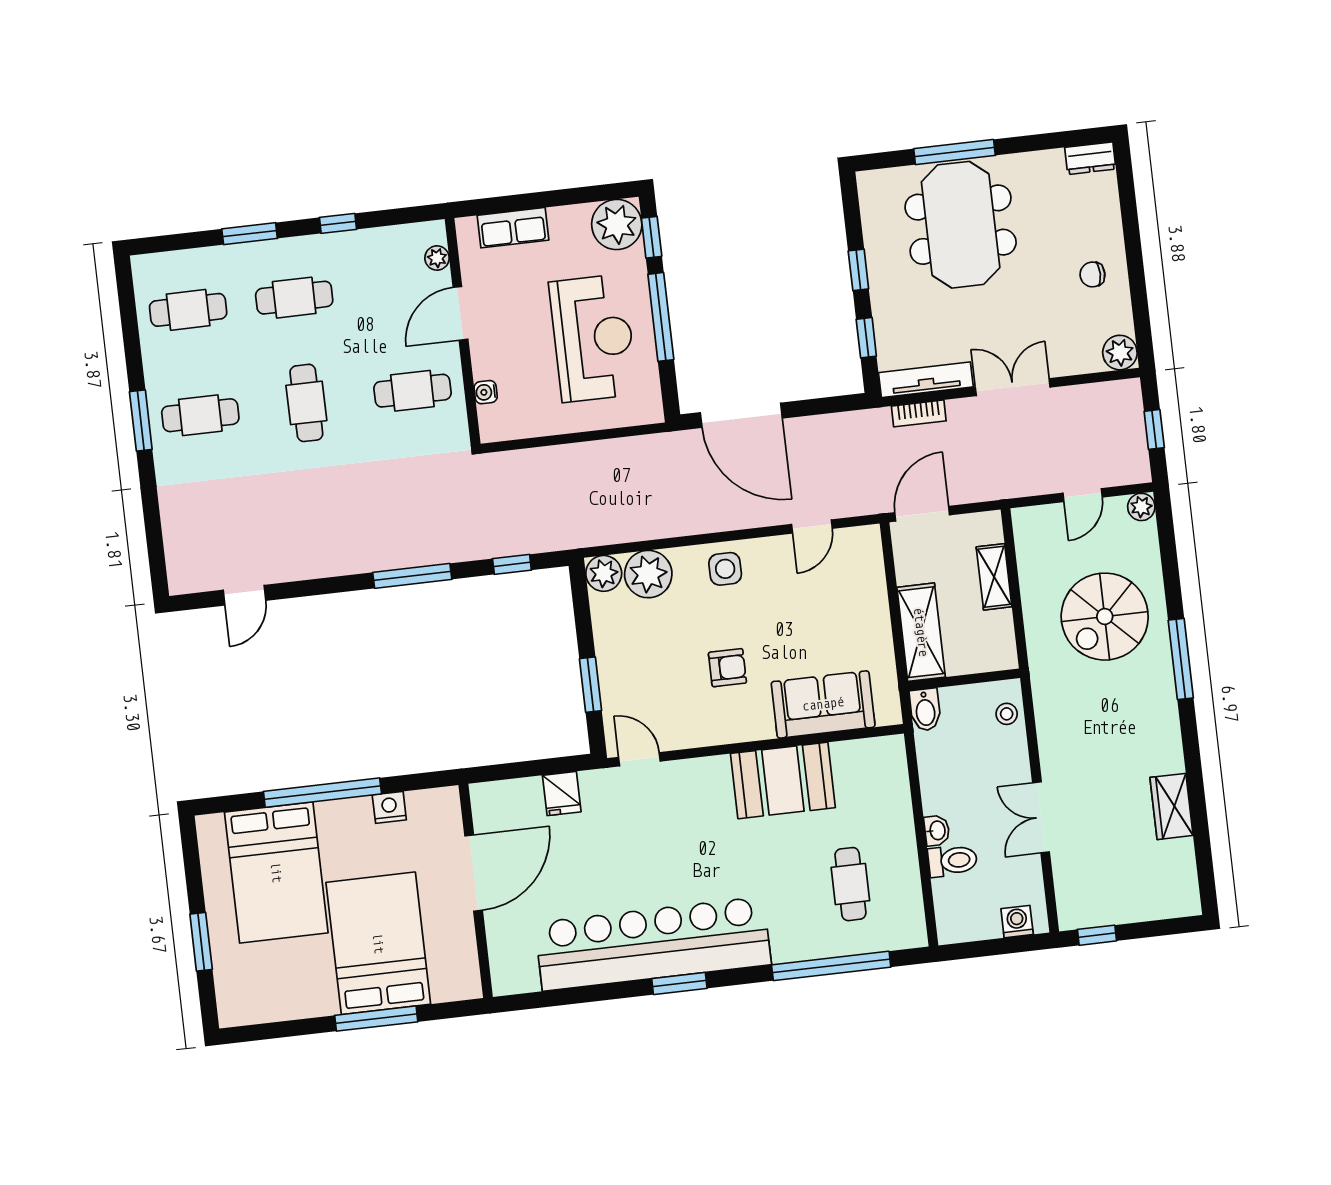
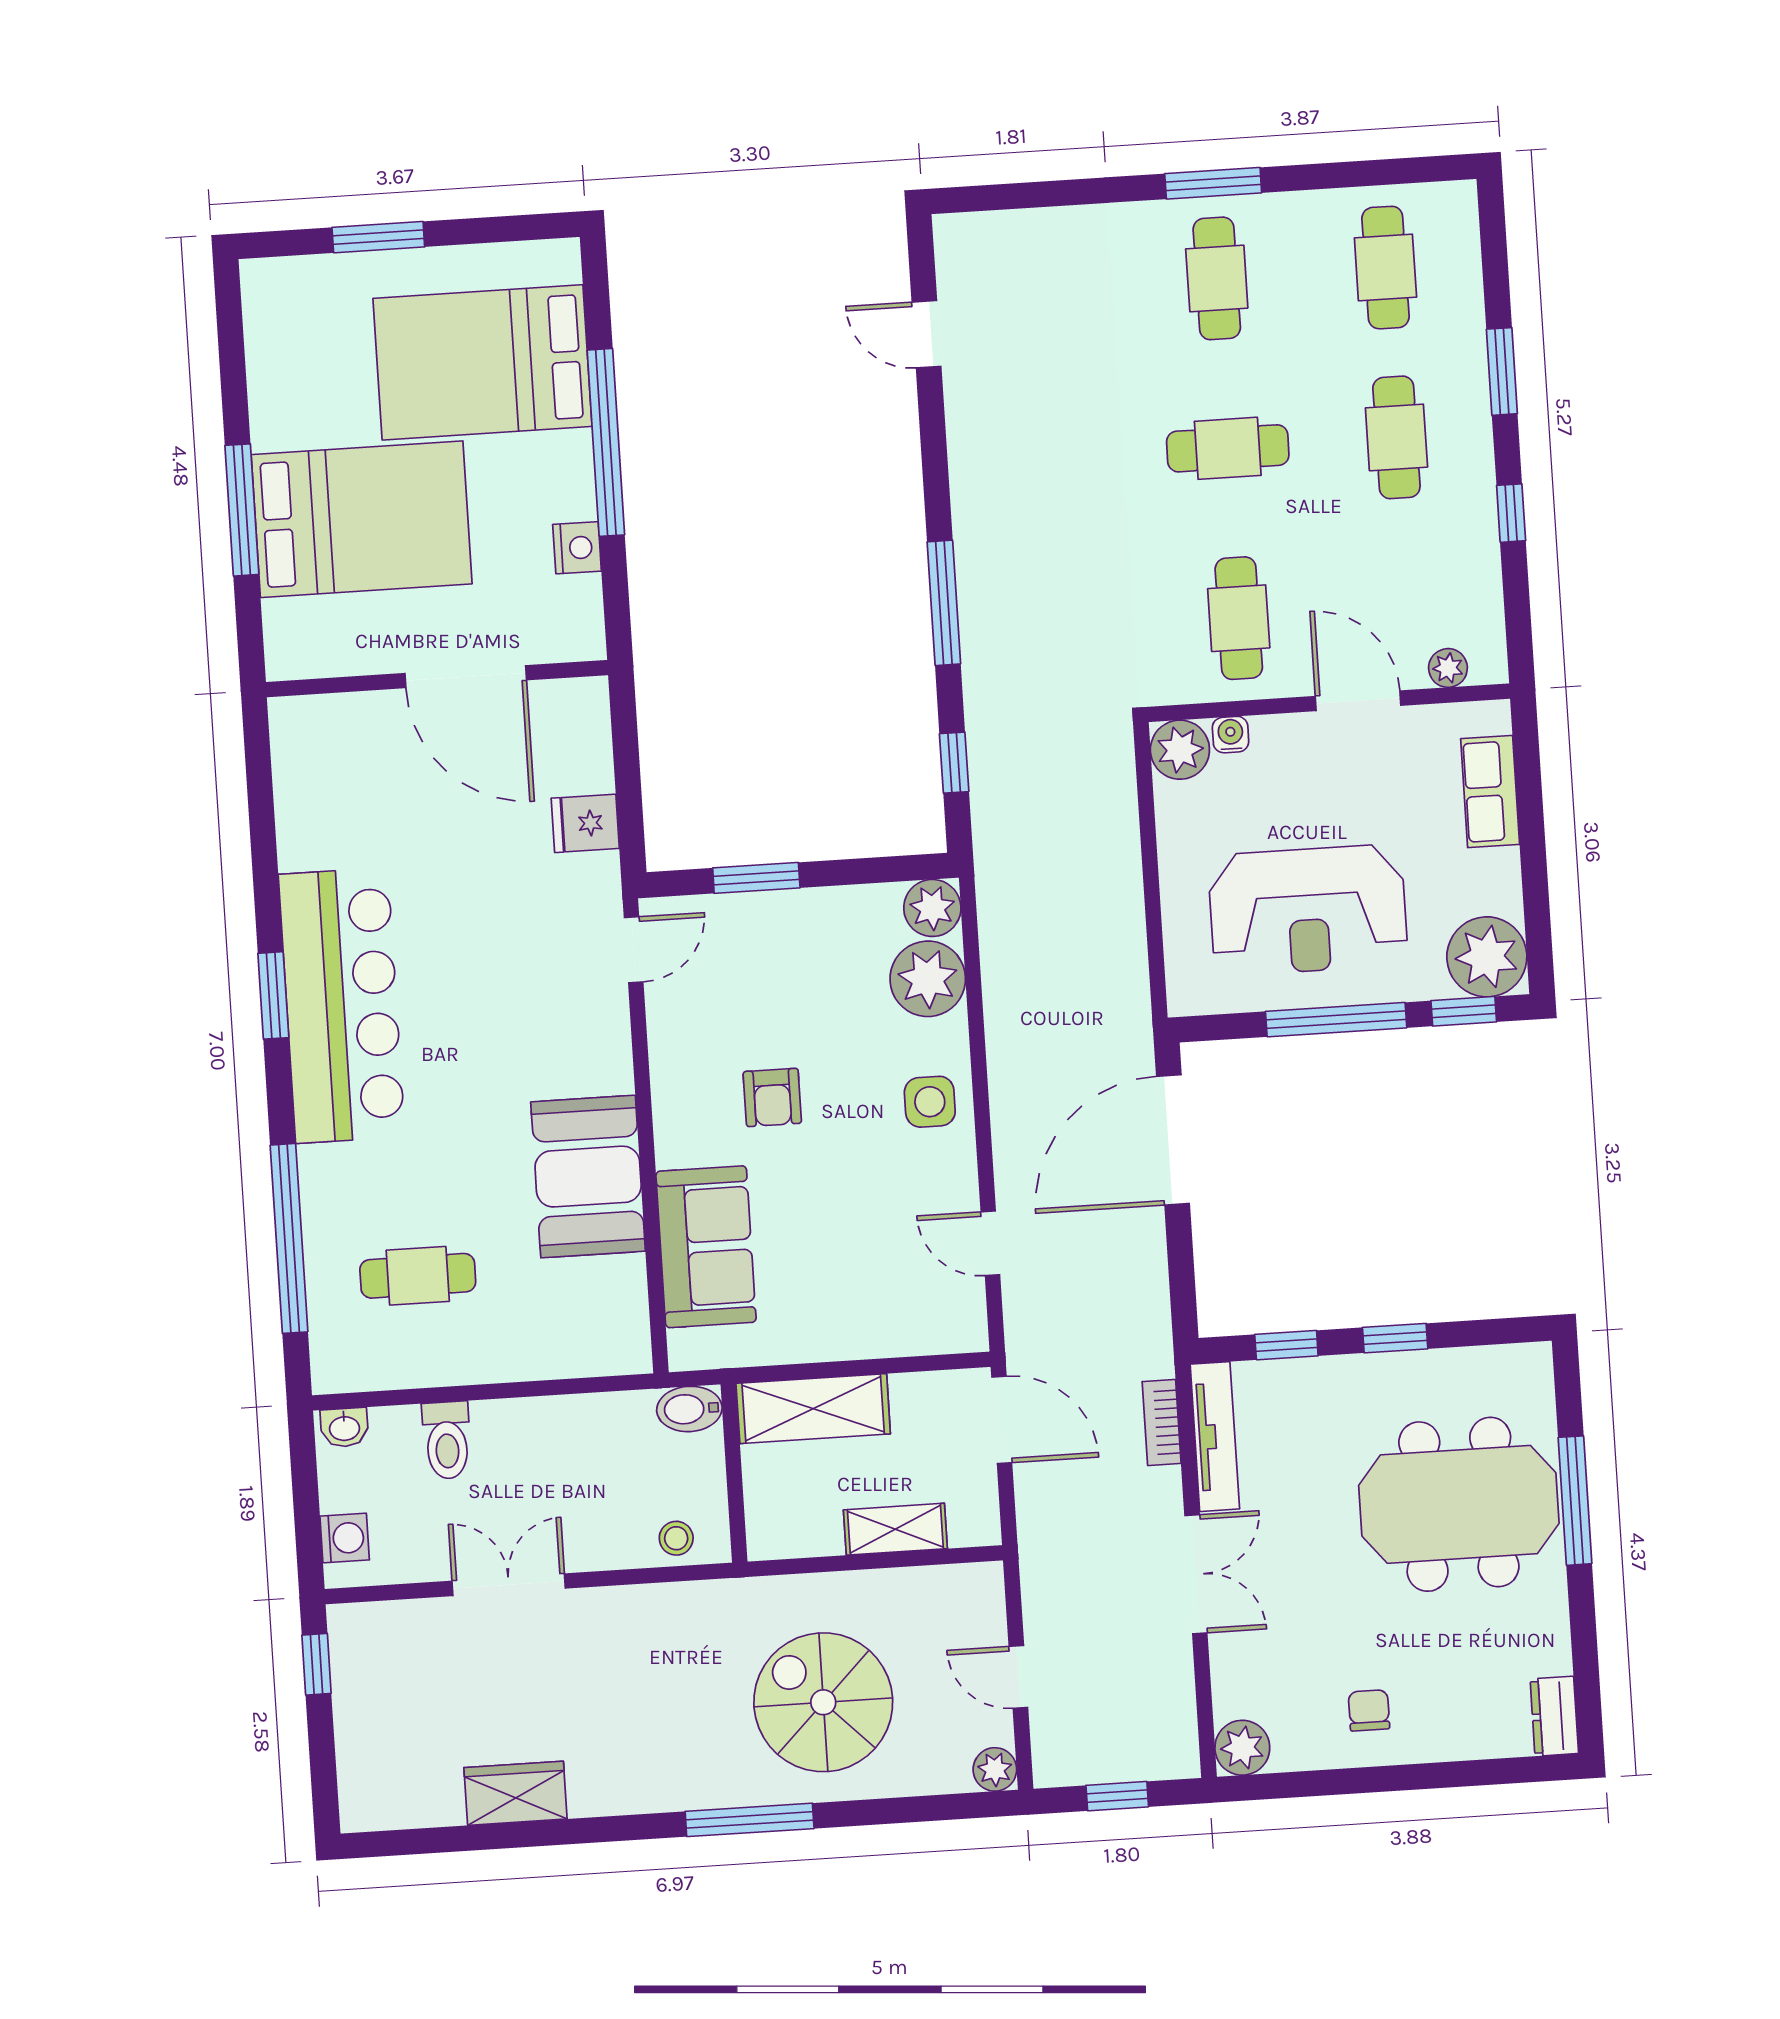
plant: (497, 423) -> (1180, 750), added
washbasin: (937, 830) -> (344, 1427), moved
bar counter: (653, 944) -> (342, 1005), width x0.73

